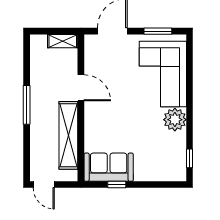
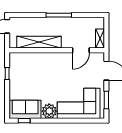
door: (81, 88) -> (81, 50), moved
sofa: (109, 167) -> (25, 109), moved, turned -90

